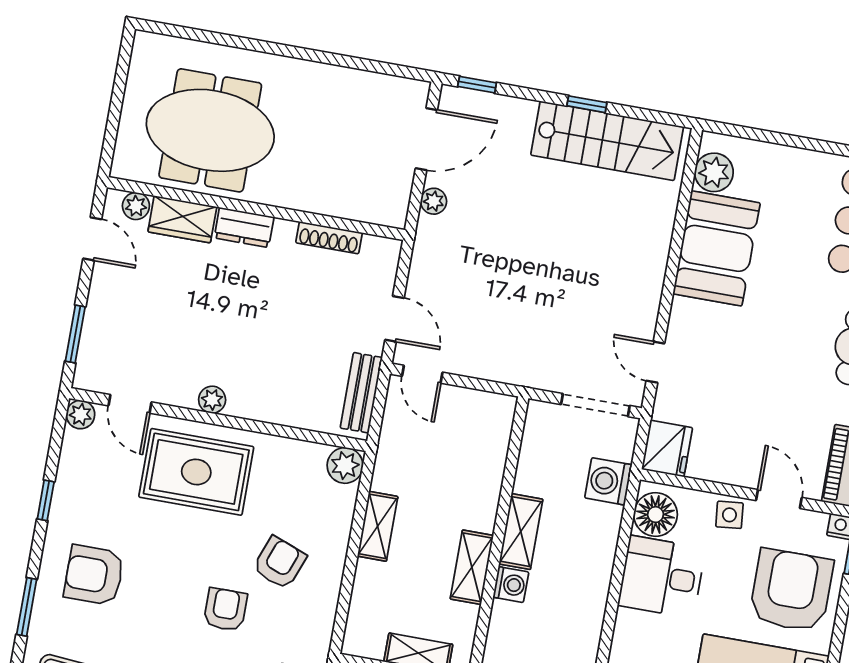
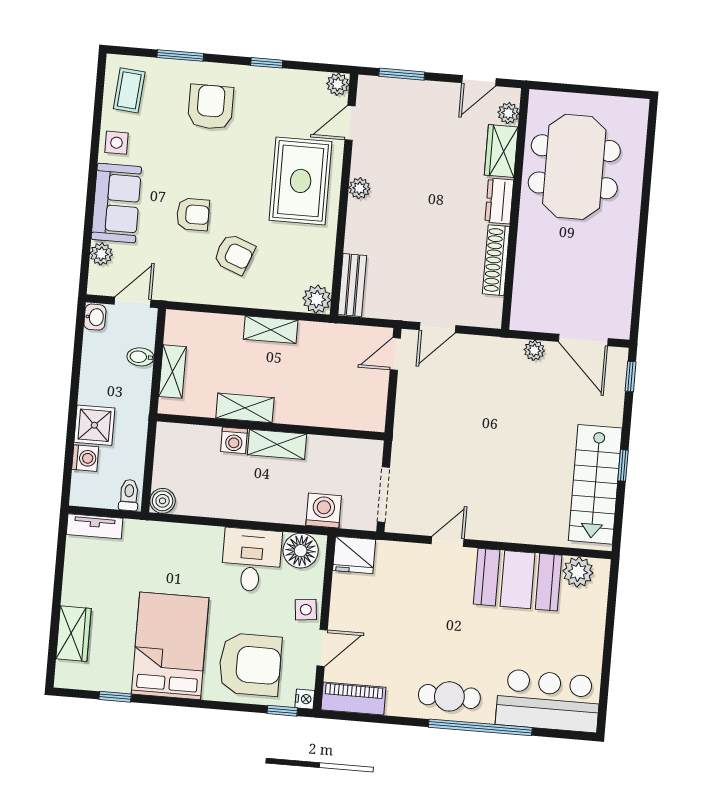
shoe rack: (329, 238) -> (496, 260), width x1.36, depth x1.24
door: (655, 362) -> (448, 541), moved
bench: (361, 393) -> (352, 285), moved, turned 90

